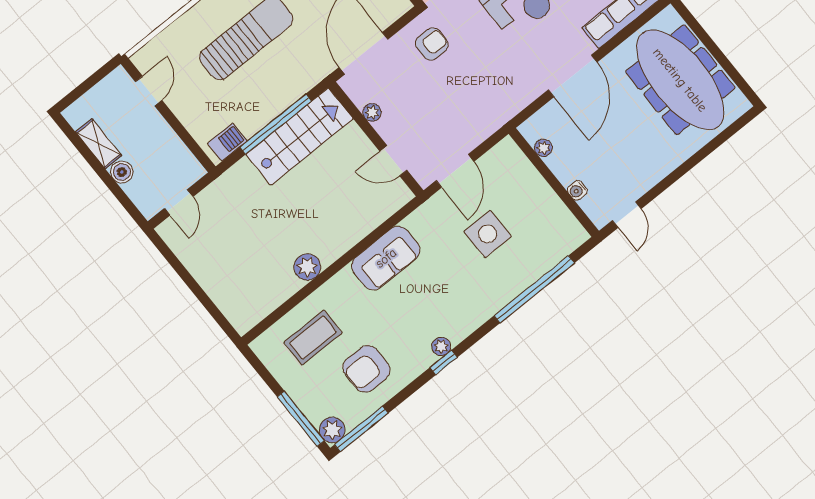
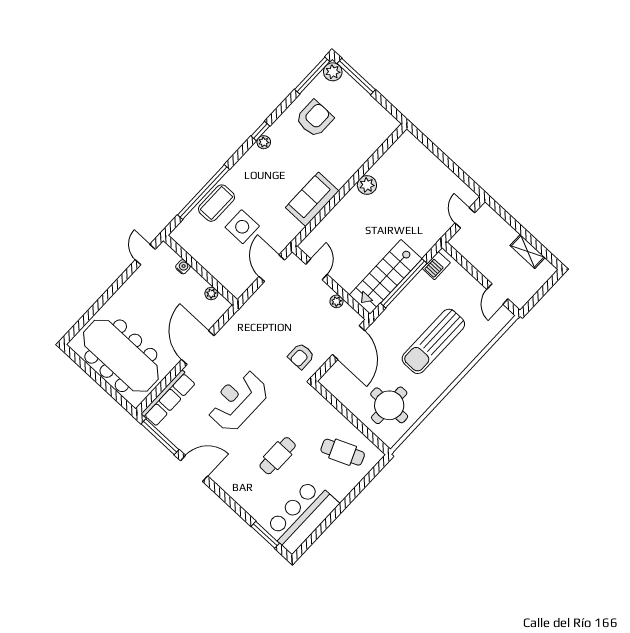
door: (393, 161) -> (316, 269), hinge flipped
boiler: (122, 172) -> (508, 234), removed
coffee table: (313, 338) -> (217, 203), moved

